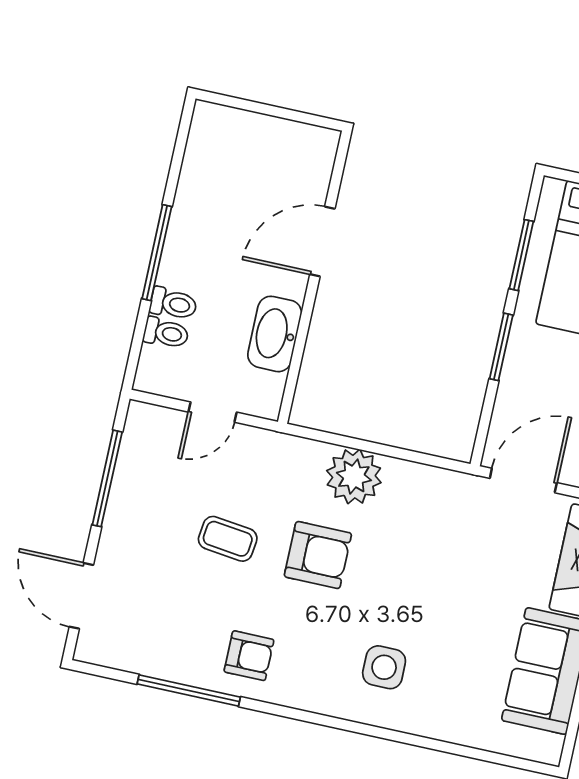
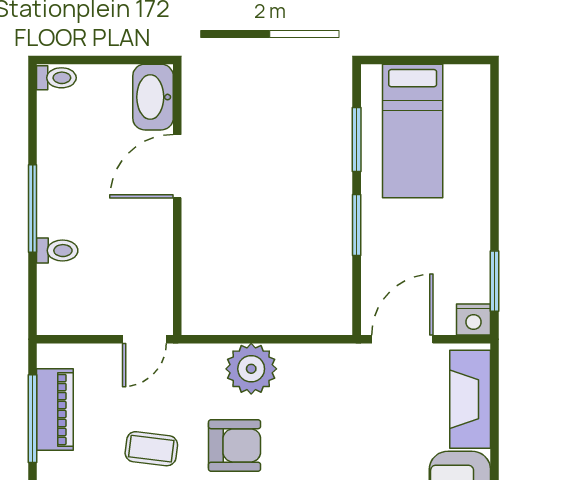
toilet: (166, 333) -> (56, 78), moved
washbasin: (275, 334) -> (153, 97), moved
door: (213, 412) -> (144, 339), moved
piano: (133, 474) -> (55, 410), added

